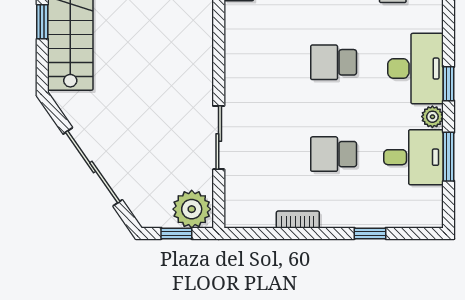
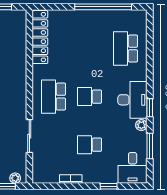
school desk: (265, 62) -> (54, 97), added
desk: (414, 157) -> (133, 168), moved, turned 90
plant: (192, 209) -> (15, 178), width x0.53, depth x0.53

